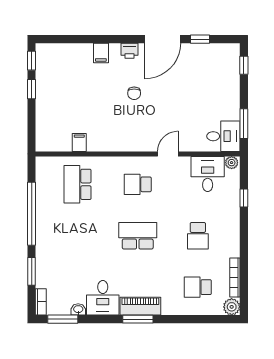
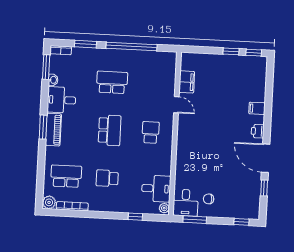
chair: (134, 93) -> (209, 199), moved
filing cabinet: (79, 142) -> (187, 82), width x2.00
door: (168, 154) -> (176, 105), moved
school desk: (78, 184) -> (112, 82), moved
school desk: (198, 287) -> (66, 176), width x1.85

